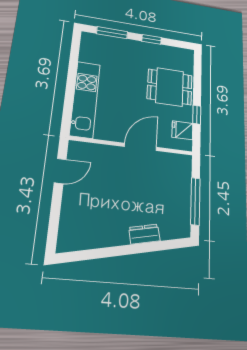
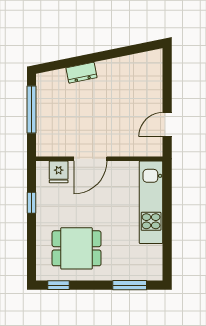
window: (152, 39) -> (58, 285), moved
dining table: (170, 87) -> (77, 248), moved
fridge: (182, 130) -> (59, 172), moved, turned 90

